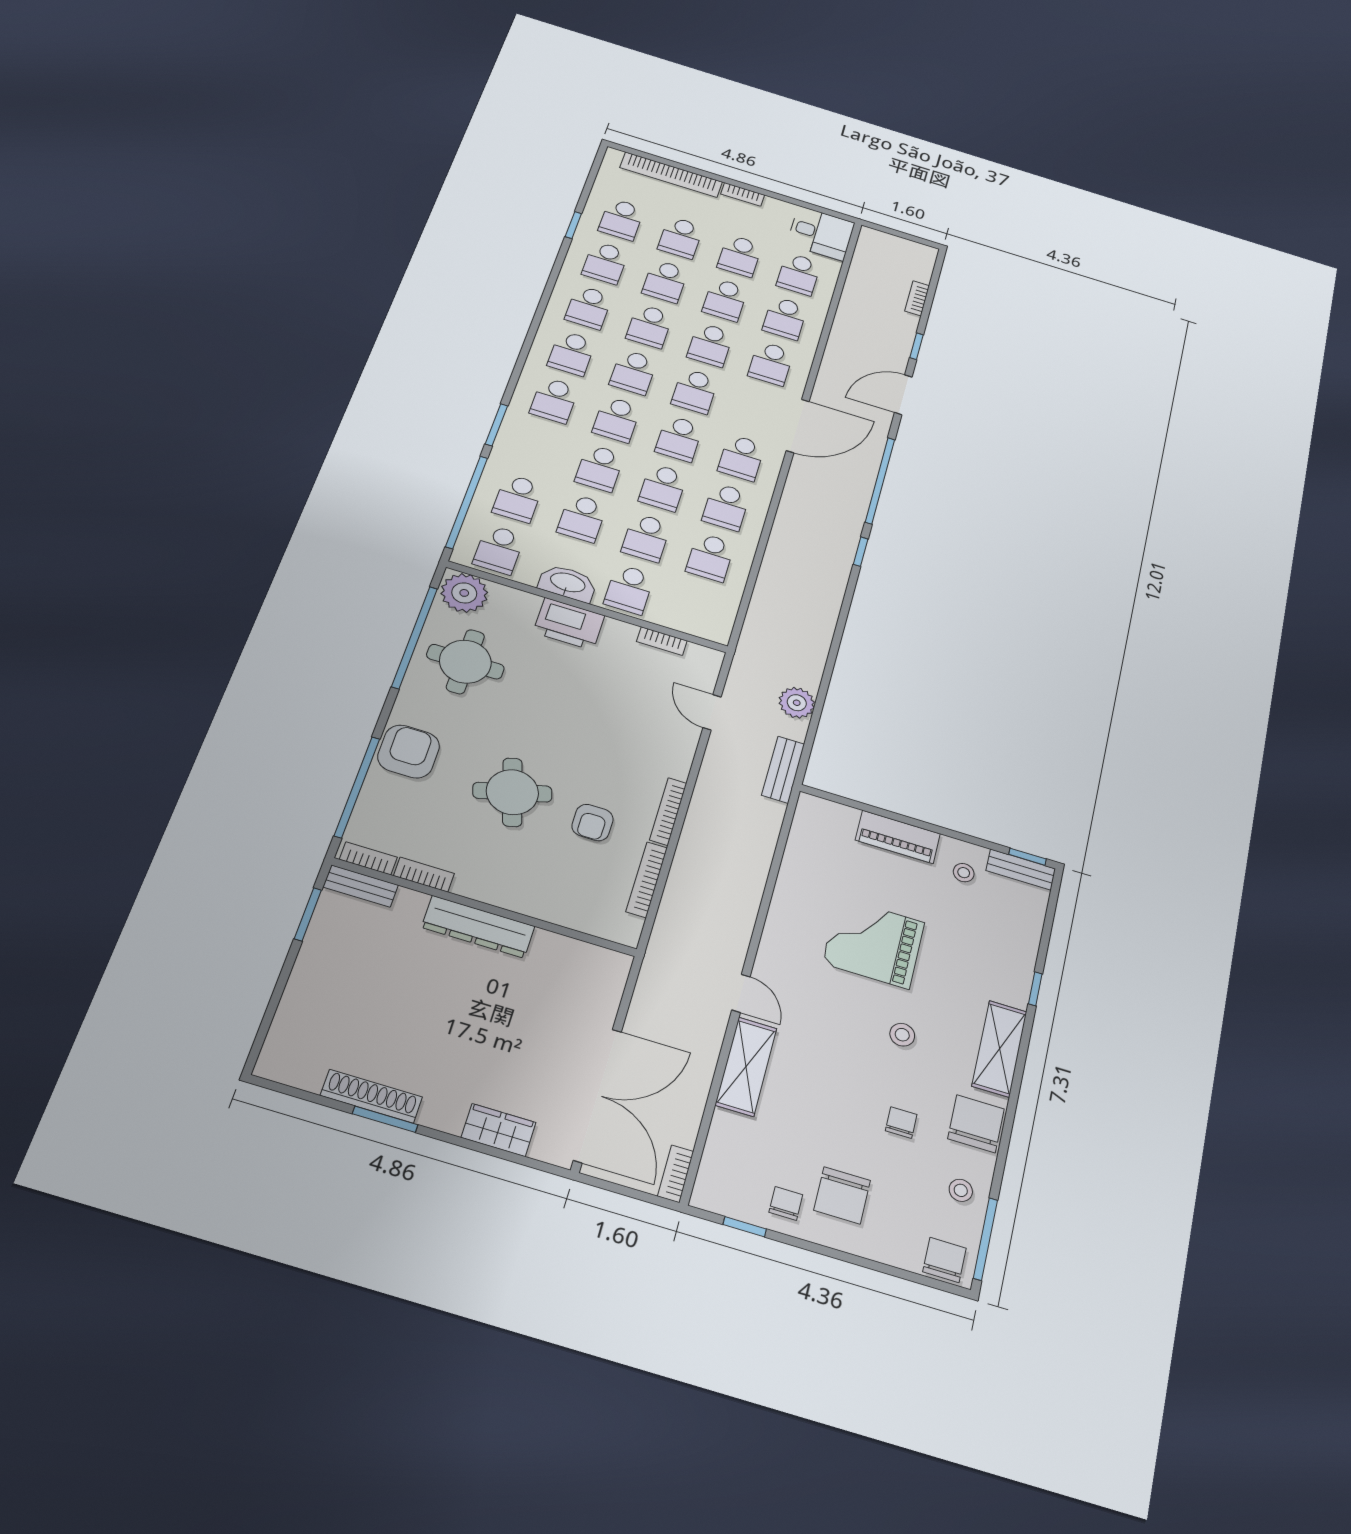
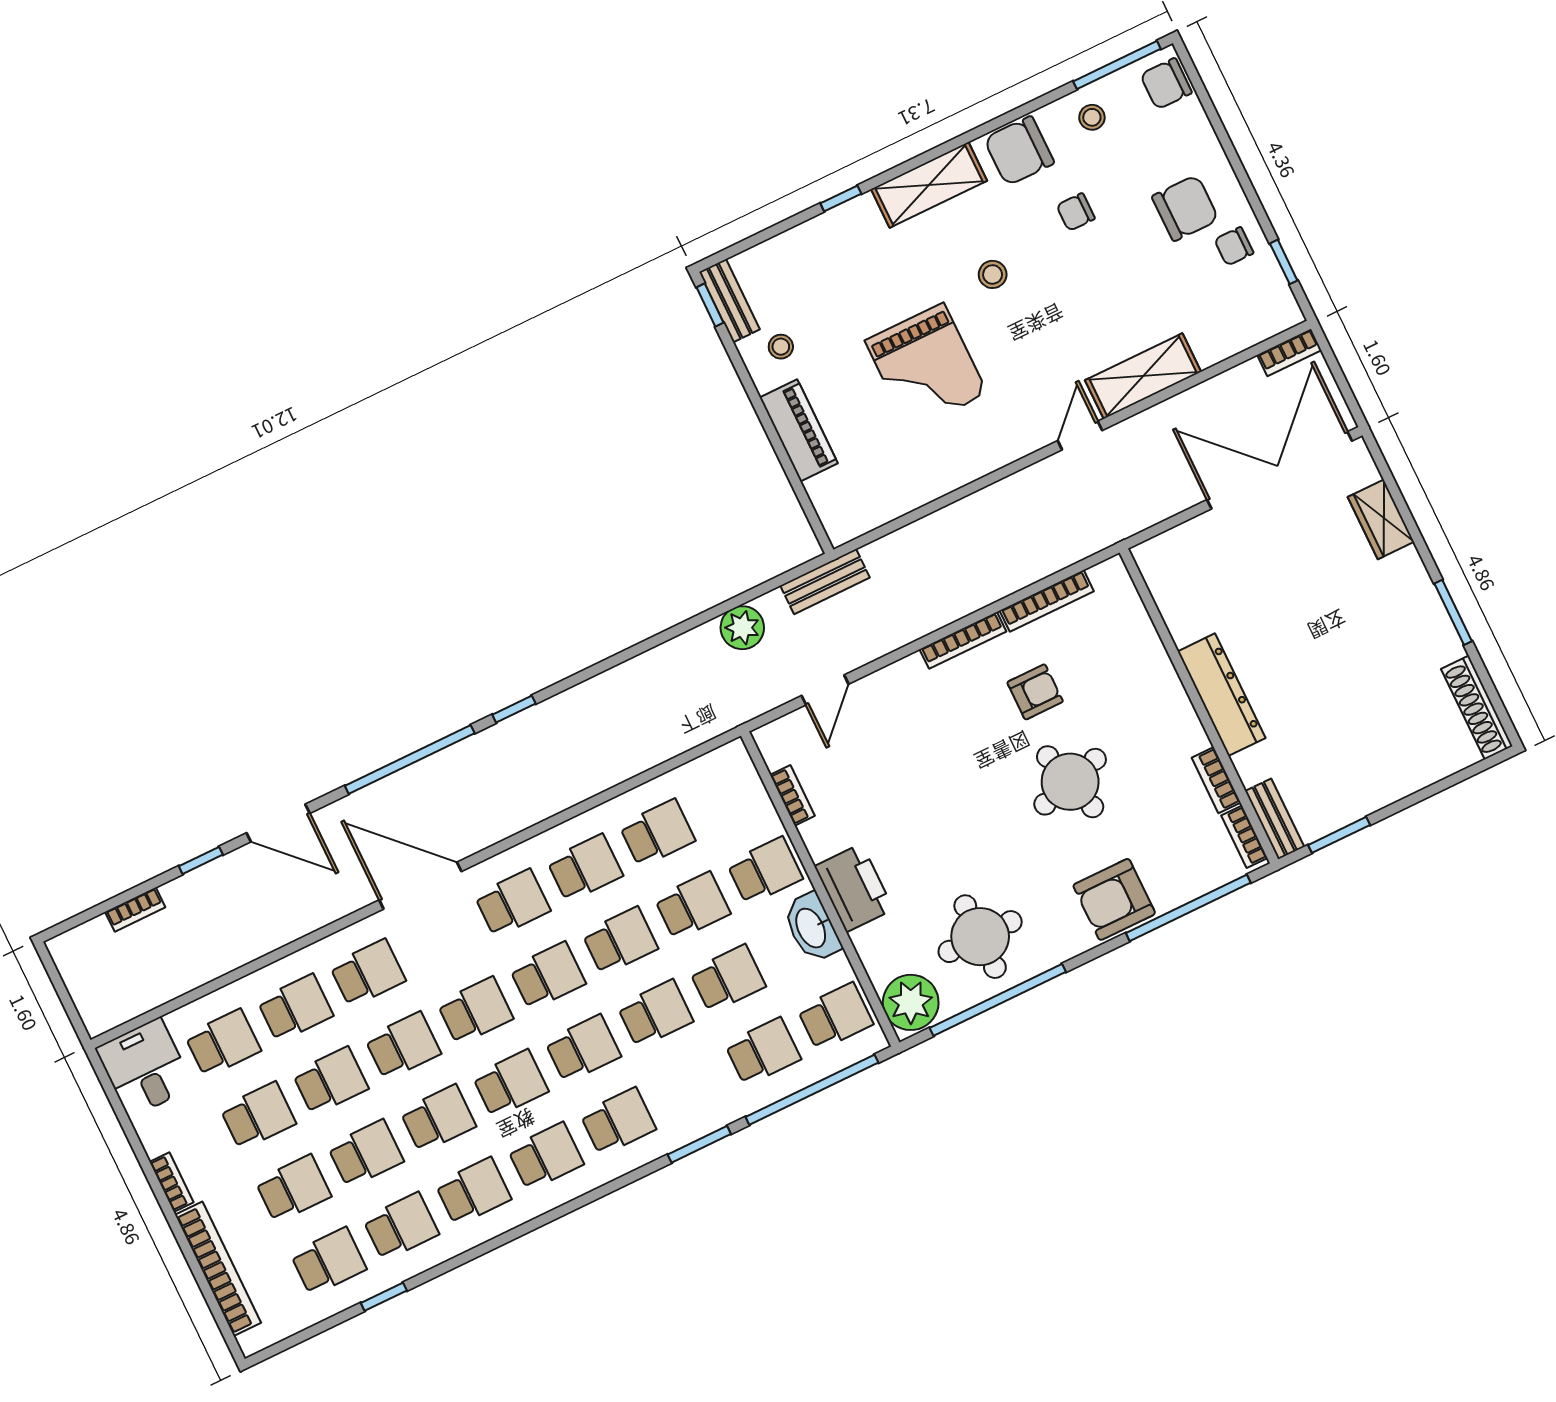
shoe rack: (371, 1096) -> (1477, 708), moved

